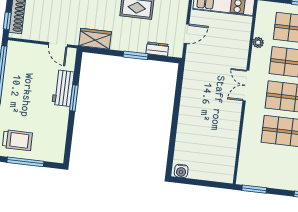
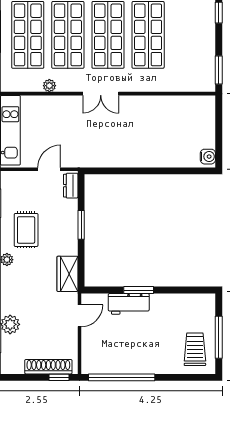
door: (187, 34) -> (49, 169), hinge flipped
dresser: (157, 49) -> (71, 186), moved

